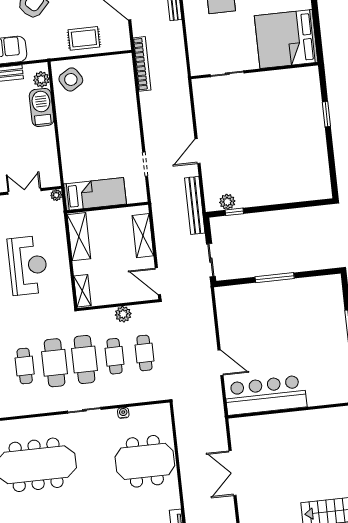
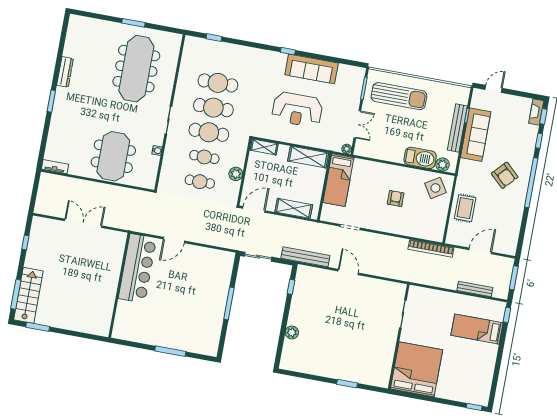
armchair: (97, 122) -> (396, 198), added
plant: (227, 202) -> (292, 332), moved
cafe table: (25, 366) -> (218, 83), width x1.37, depth x1.35

